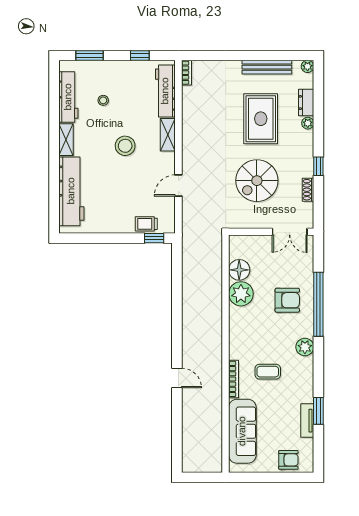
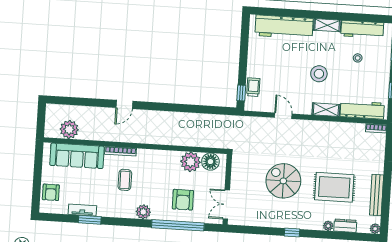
shoe rack: (308, 190) -> (273, 223), removed
wall: (271, 232) -> (227, 189), moved
double door: (290, 232) -> (226, 204), moved
plant: (211, 443) -> (69, 129), added

